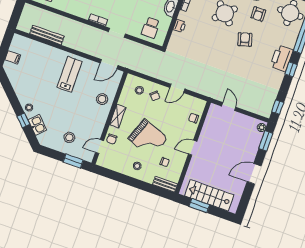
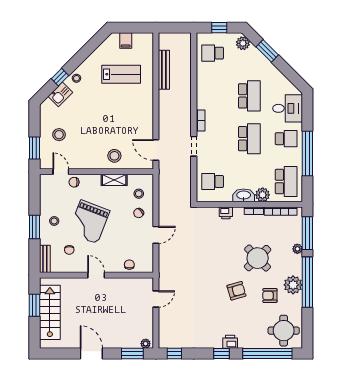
printer: (282, 58) -> (230, 342), width x0.53, depth x0.68
lab bench: (70, 74) -> (121, 74), moved
door: (177, 88) -> (156, 235), swing flipped
shelving: (118, 116) -> (114, 180), moved
window: (136, 183) -> (35, 227), added

